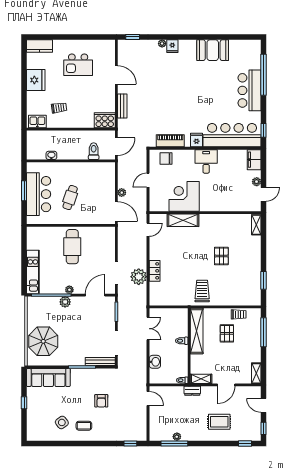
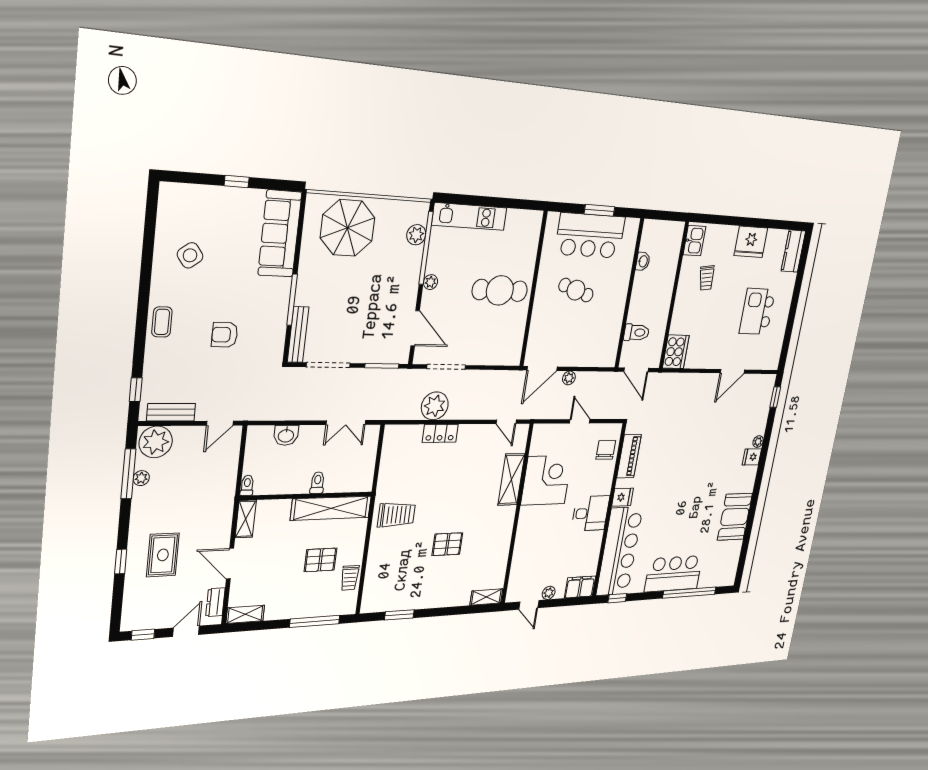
bench: (122, 106) -> (171, 412), moved
plant: (65, 302) -> (416, 235), moved
dresser: (192, 391) -> (215, 602), moved
coffee table: (84, 426) -> (162, 322), moved
plant: (158, 431) -> (156, 442), added
window: (245, 443) -> (121, 562), moved

